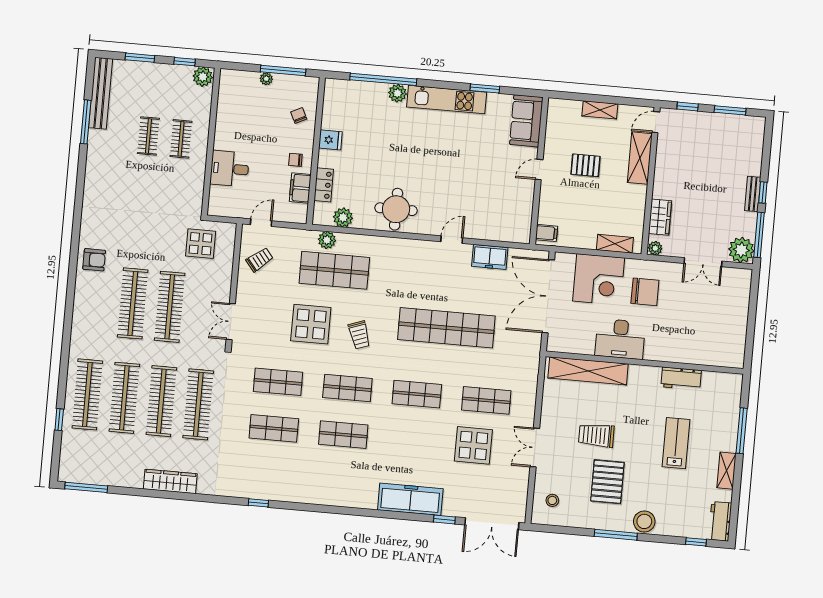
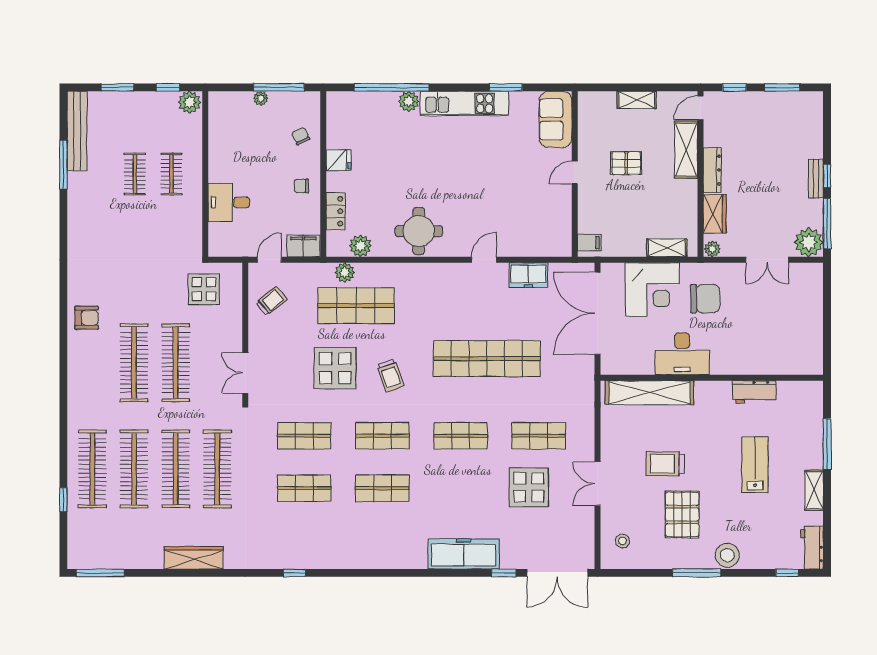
dresser: (661, 178) -> (712, 170), added
filing cabinet: (300, 188) -> (303, 246), moved, turned 90

